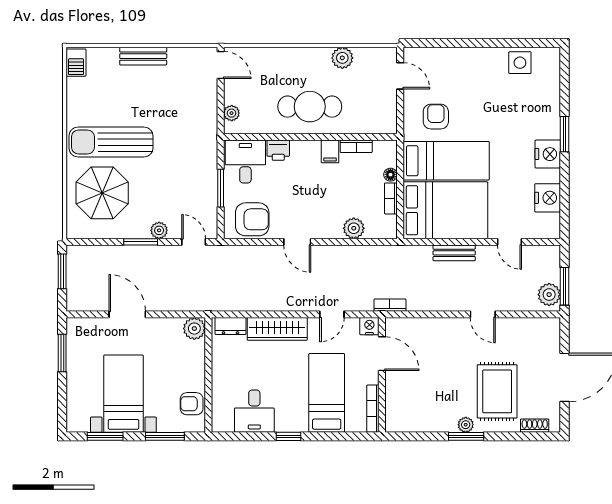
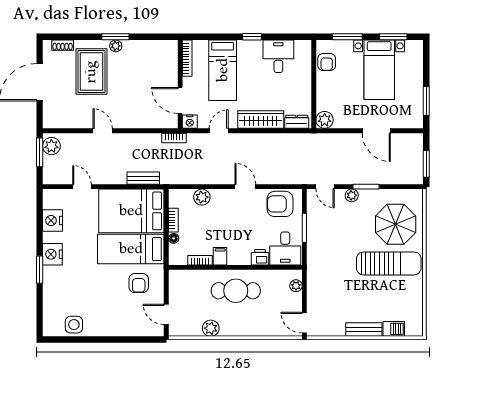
barbecue: (76, 63) -> (394, 329), moved, turned 90
bench: (454, 253) -> (143, 178), moved
armchair: (192, 404) -> (327, 62), turned 90

